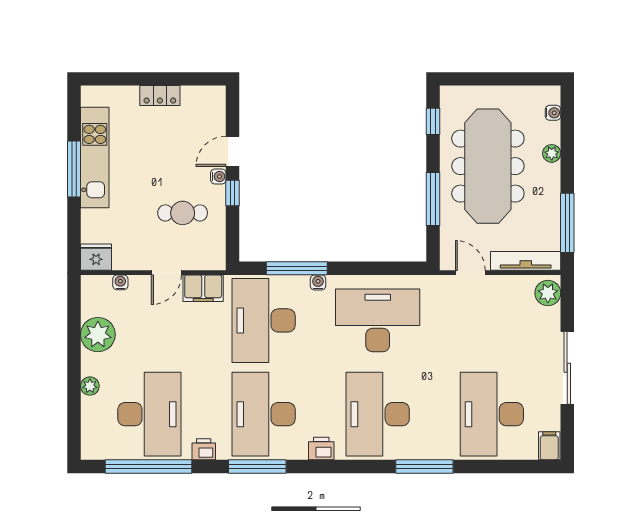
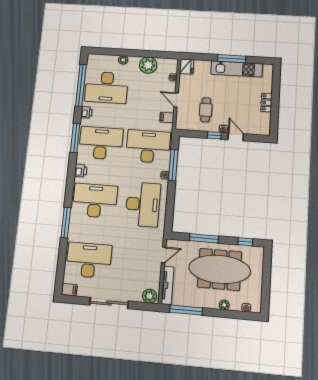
filing cabinet: (203, 288) -> (167, 117), width x0.50

